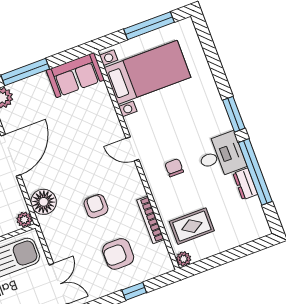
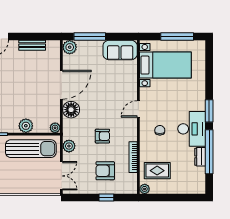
door: (132, 149) -> (138, 109), hinge flipped
desk: (221, 156) -> (192, 129), width x1.37
floor lamp: (44, 202) -> (71, 110), moved
armchair: (96, 206) -> (102, 136), turned 90
plant: (54, 238) -> (69, 146), added

